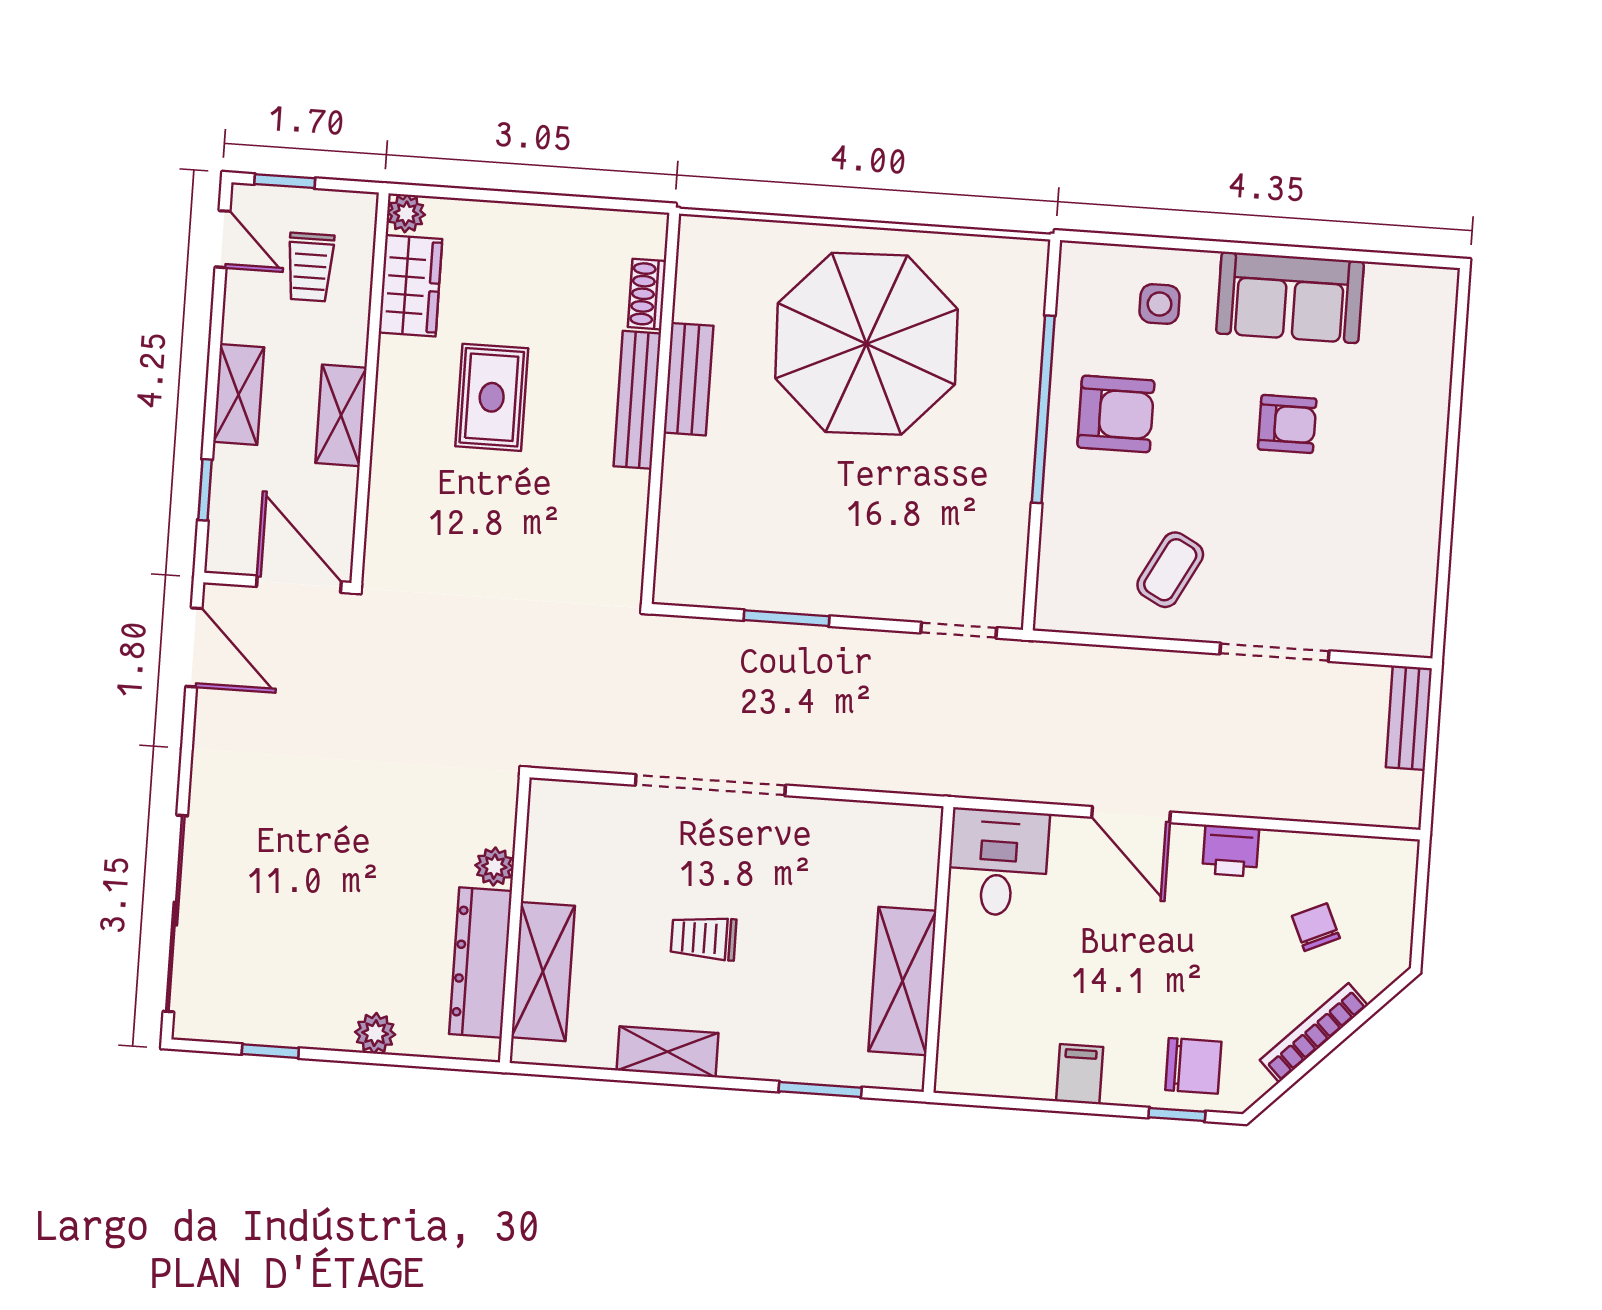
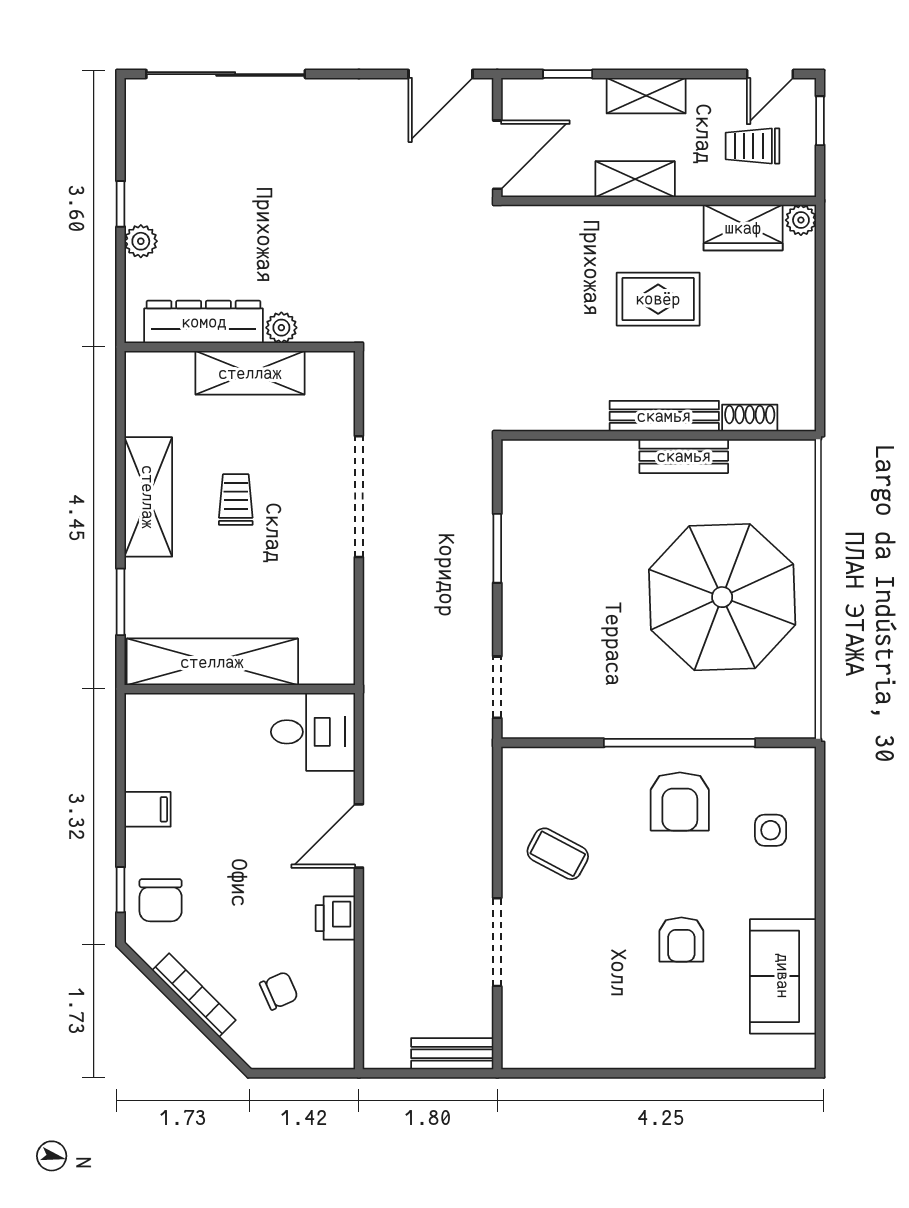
sofa: (1290, 297) -> (783, 976), moved
shelving: (543, 972) -> (250, 373), moved
shelving: (902, 981) -> (212, 662), width x1.47
window: (270, 1051) -> (121, 204), moved
shelving: (667, 1052) -> (148, 497), width x1.50, depth x1.33

